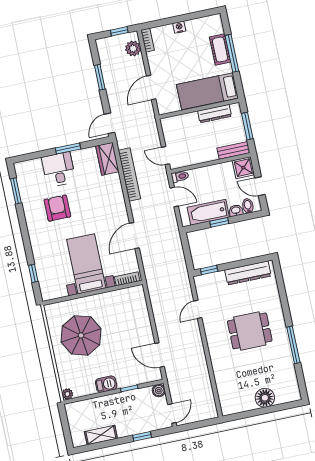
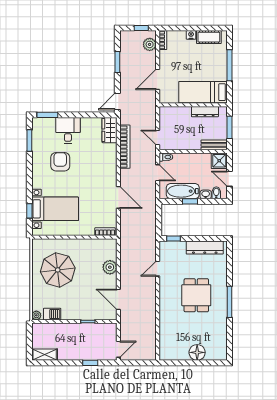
cot: (220, 49) -> (209, 37), moved, turned 90
window: (68, 149) -> (47, 115), moved
door: (134, 236) -> (118, 197), swing flipped
bed with nightstands: (86, 264) -> (55, 209), moved, turned 90
plant: (141, 319) -> (110, 267), added
dining table: (250, 331) -> (196, 295), turned 90
window: (293, 345) -> (230, 302), moved
barbecue: (106, 384) -> (52, 314), moved
boiler: (159, 391) -> (112, 328), removed
shelving: (101, 435) -> (45, 355), moved

